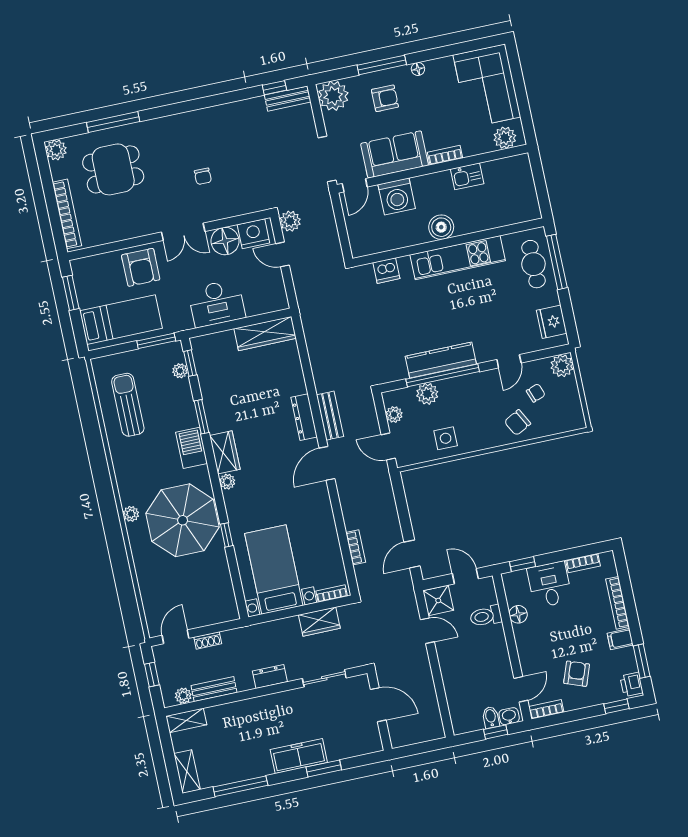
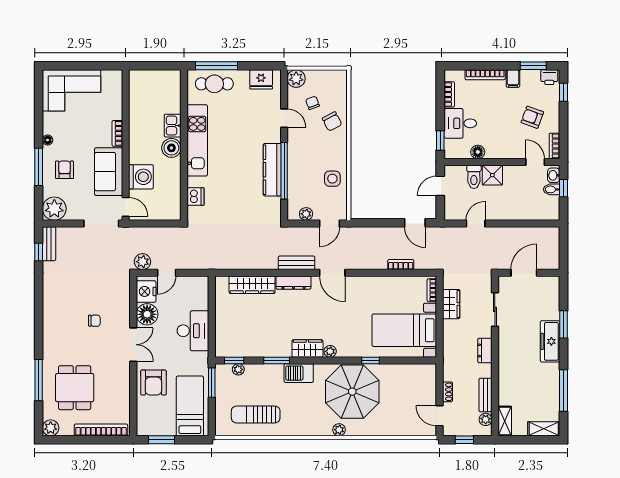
plant: (505, 138) -> (114, 85), removed
kitchen sink: (467, 176) -> (173, 126), moved, turned 180
armchair: (141, 267) -> (153, 383), turned 90
wardrobe: (265, 333) -> (252, 285), moved, turned 90
plant: (427, 394) -> (296, 185), removed
shower: (438, 601) -> (492, 175), moved

